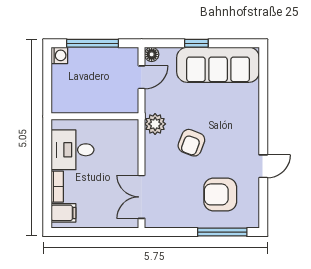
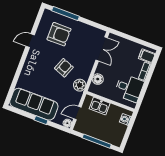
washing machine: (59, 55) -> (125, 119), moved
kitchen sink: (110, 102) -> (100, 106), added
floor lamp: (129, 145) -> (98, 79), added

